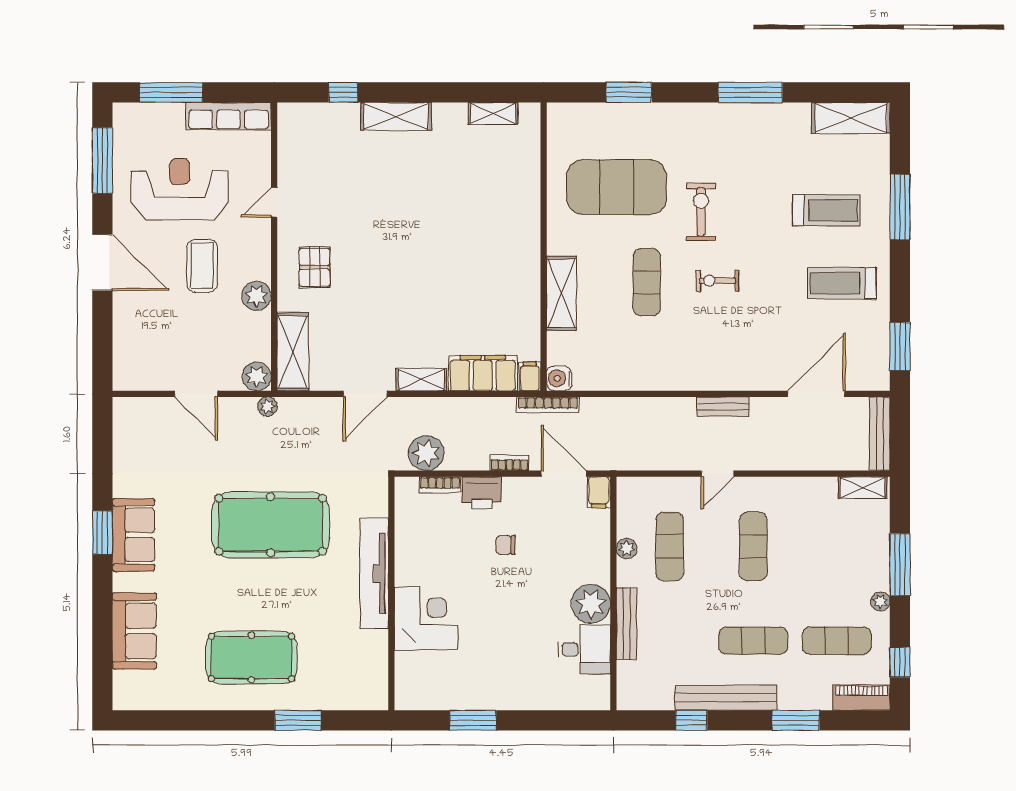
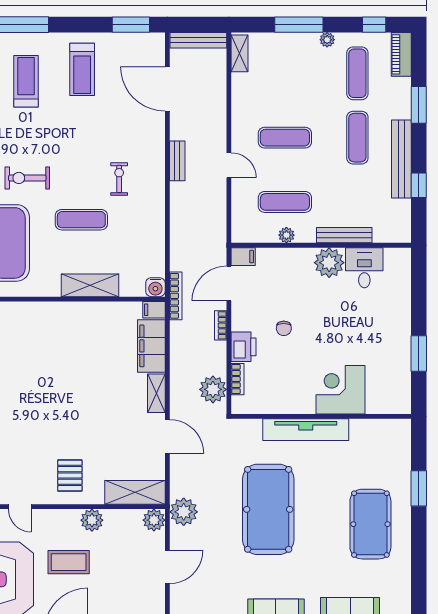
pallet: (315, 267) -> (70, 475), turned 90
exercise bike: (717, 281) -> (119, 179), moved, turned 180
plant: (267, 407) -> (184, 512), width x1.88, depth x1.88

